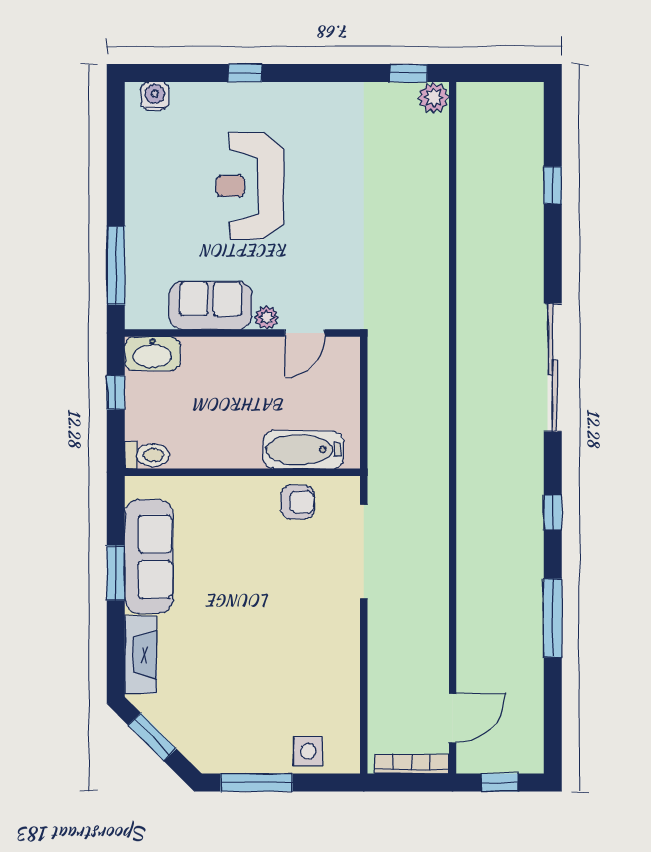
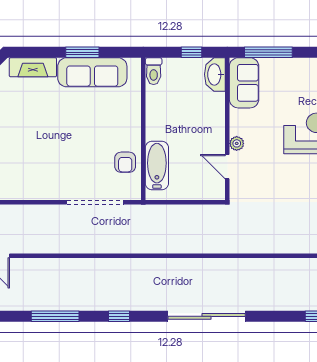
sofa: (211, 305) -> (244, 83), moved

